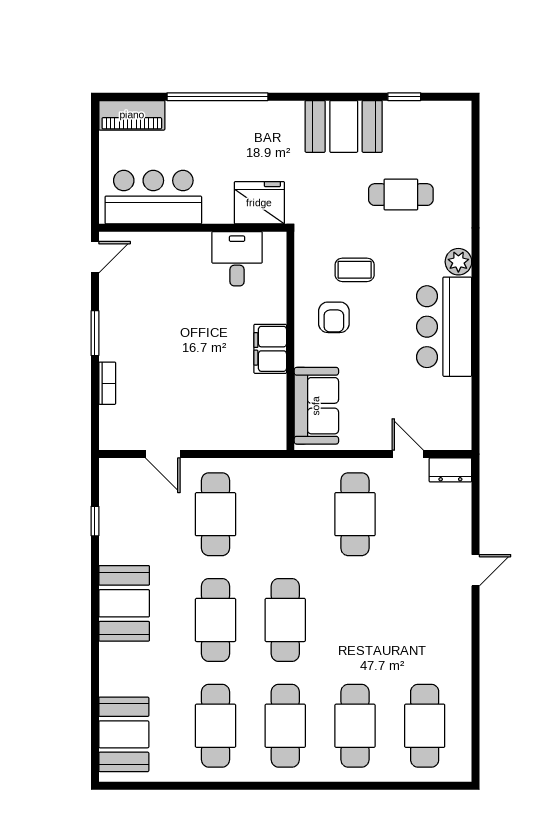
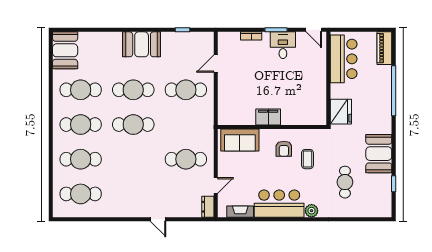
desk: (237, 259) -> (283, 45), moved, turned -90
armchair: (334, 317) -> (284, 149), turned -90
fireplace: (460, 405) -> (240, 212), added
booth: (124, 734) -> (65, 50), moved, turned 90

